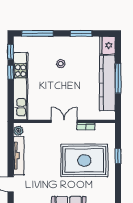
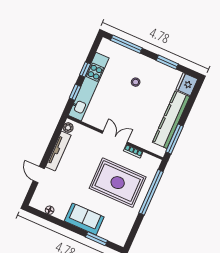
window: (11, 52) -> (75, 92), moved
window: (118, 78) -> (175, 139), moved
window: (118, 156) -> (151, 192), width x3.17

